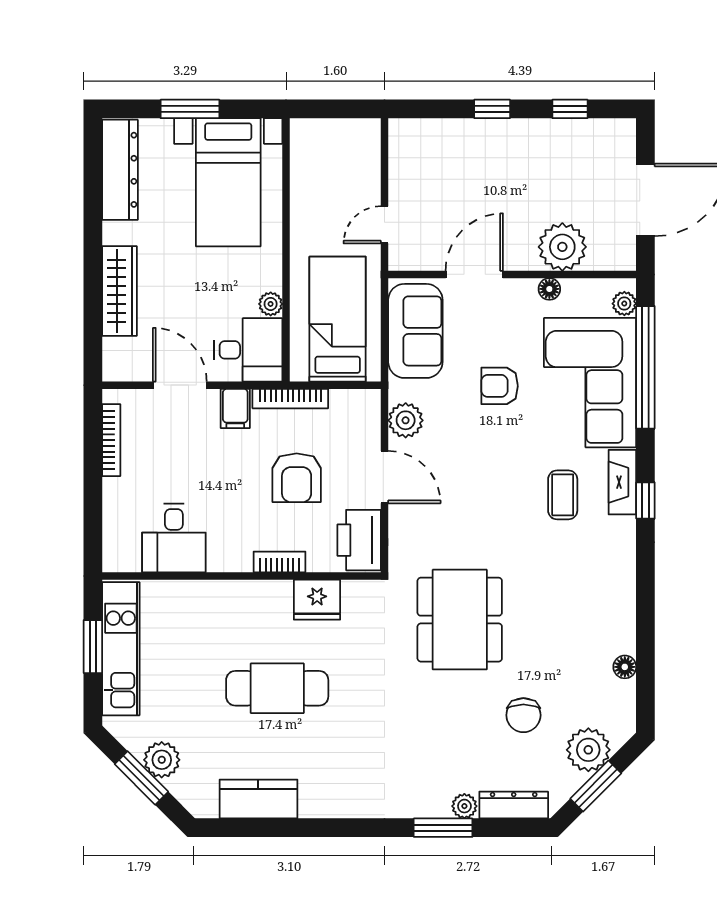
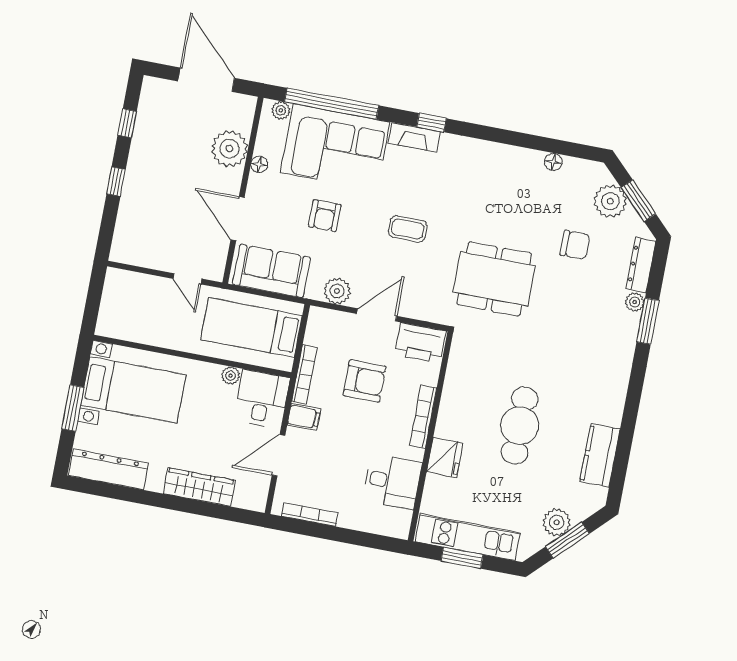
coffee table: (563, 495) -> (408, 229), moved
bookcase: (279, 562) -> (423, 417), width x1.56
fridge: (317, 600) -> (445, 457), moved

